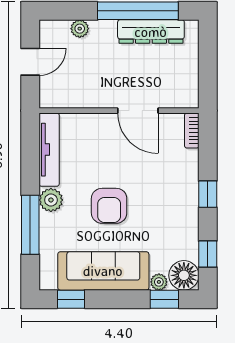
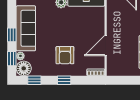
armchair: (109, 206) -> (65, 55), moved, turned -90
window: (71, 299) -> (12, 35), moved

